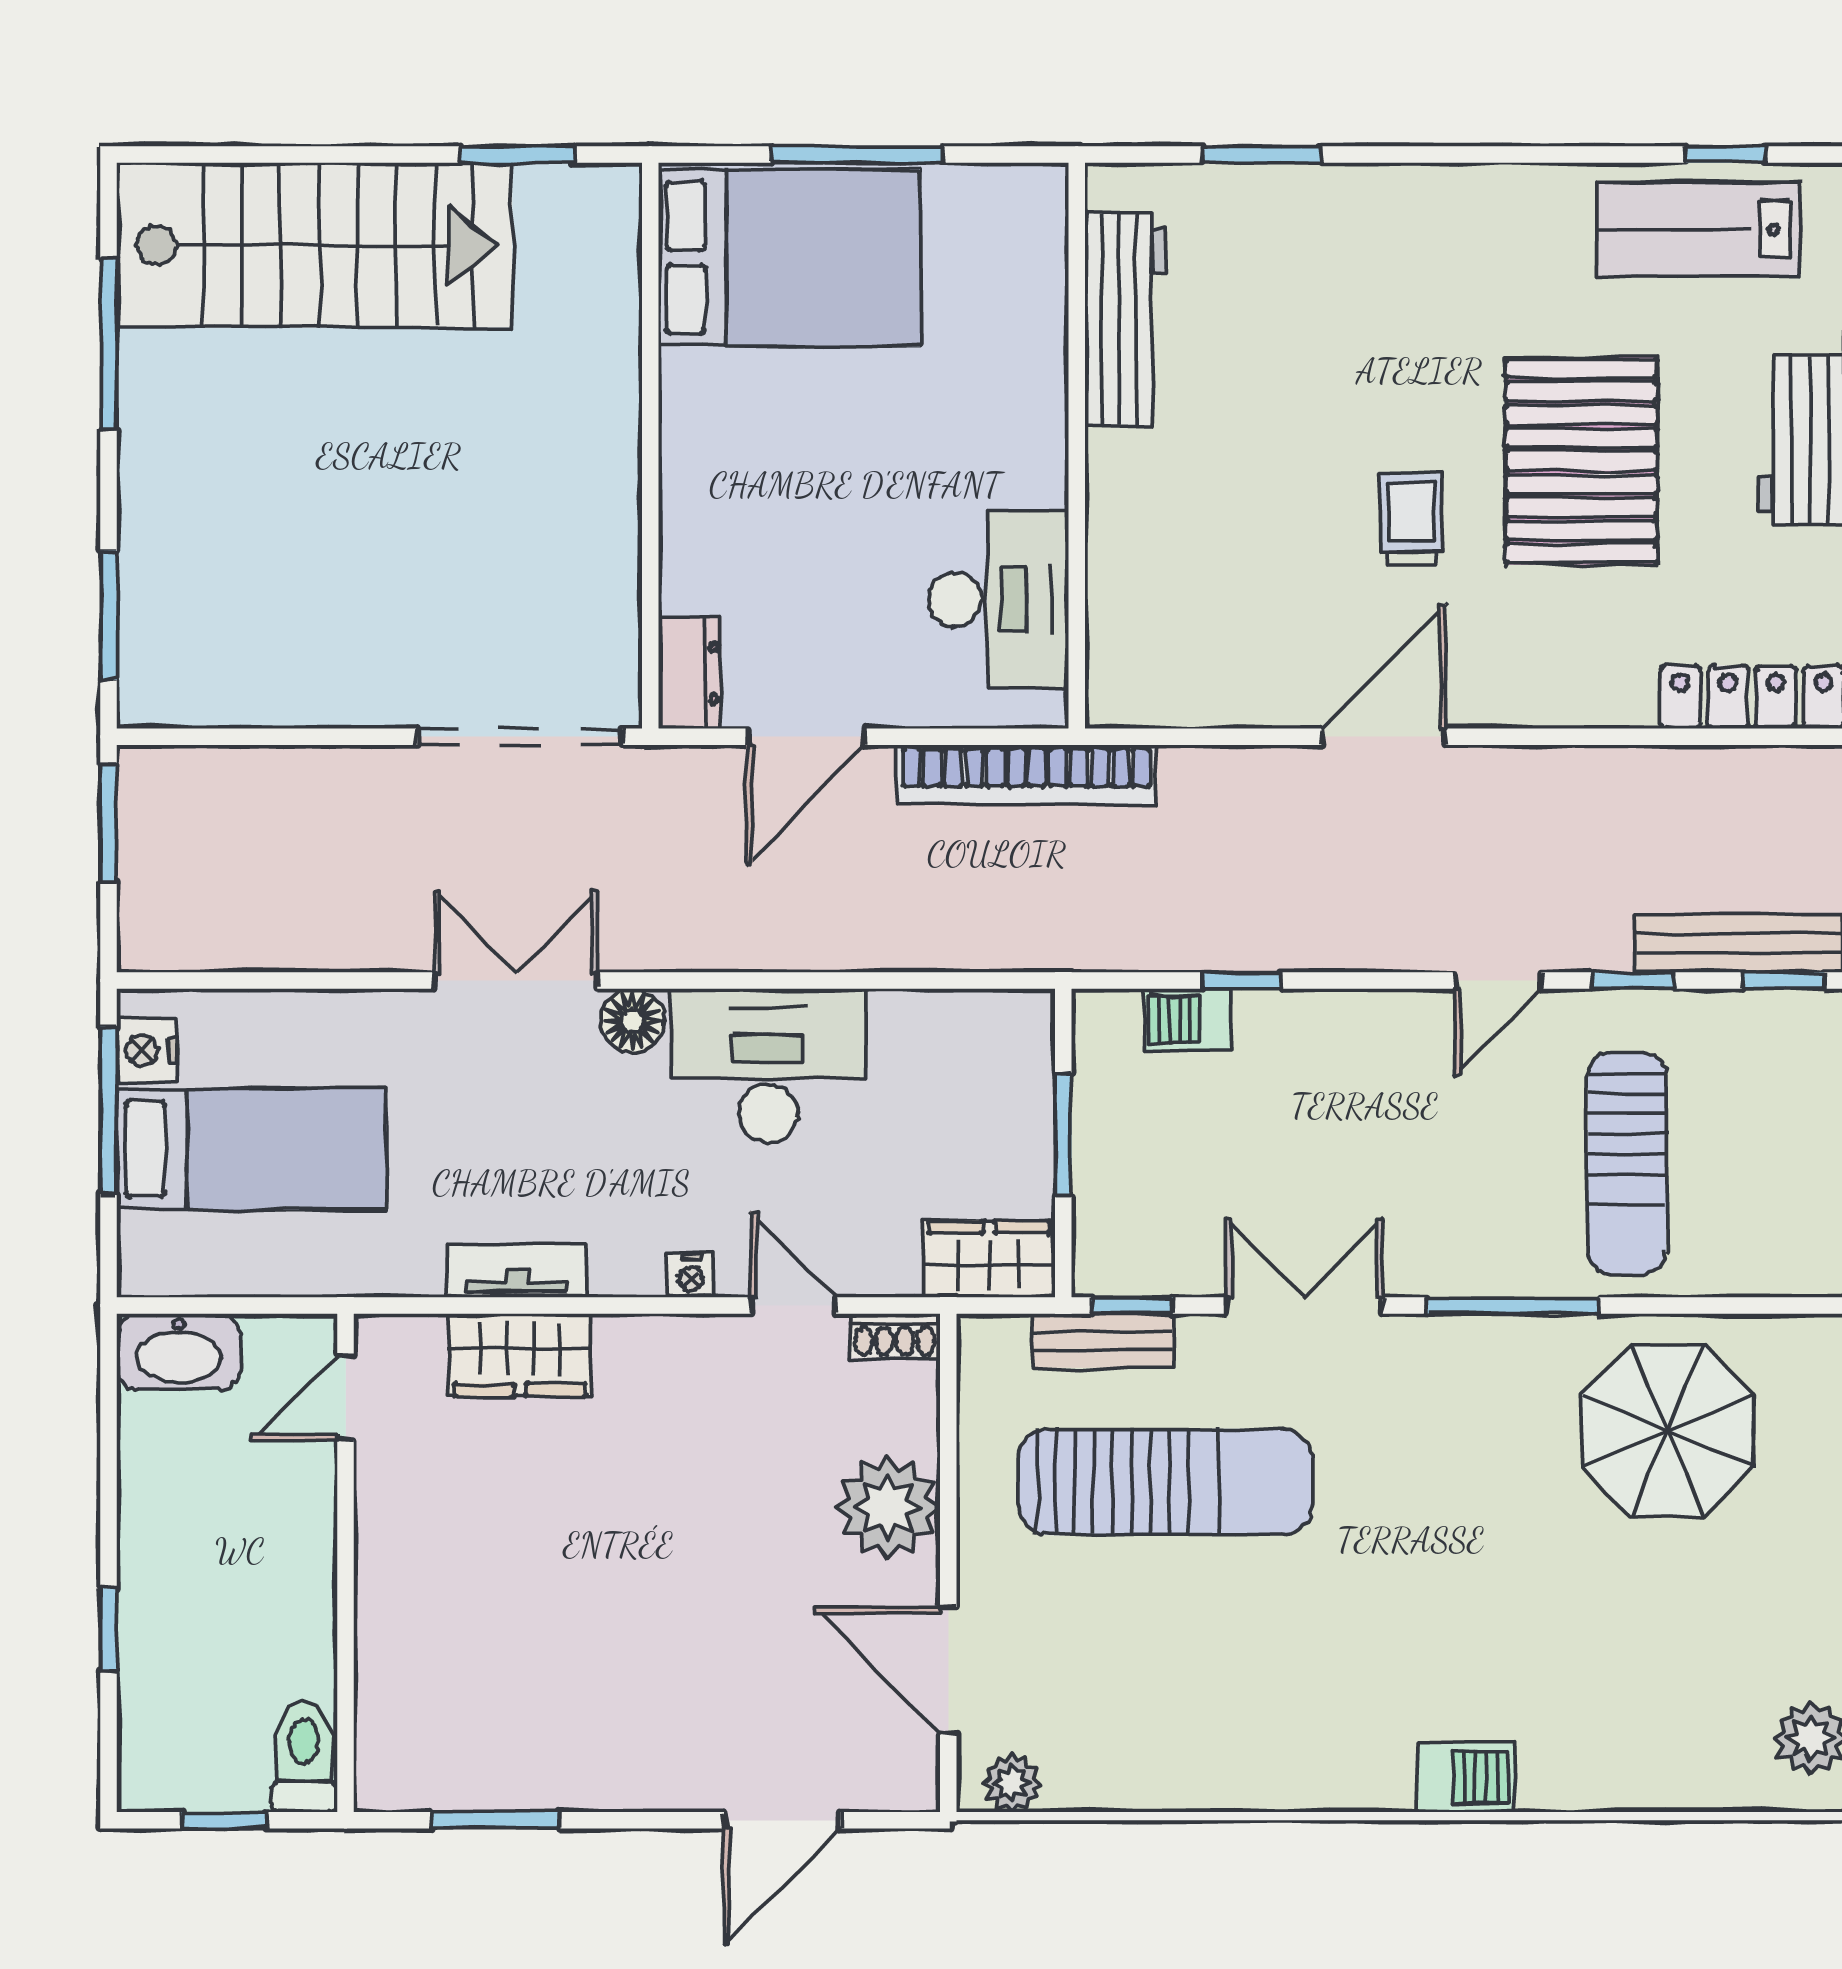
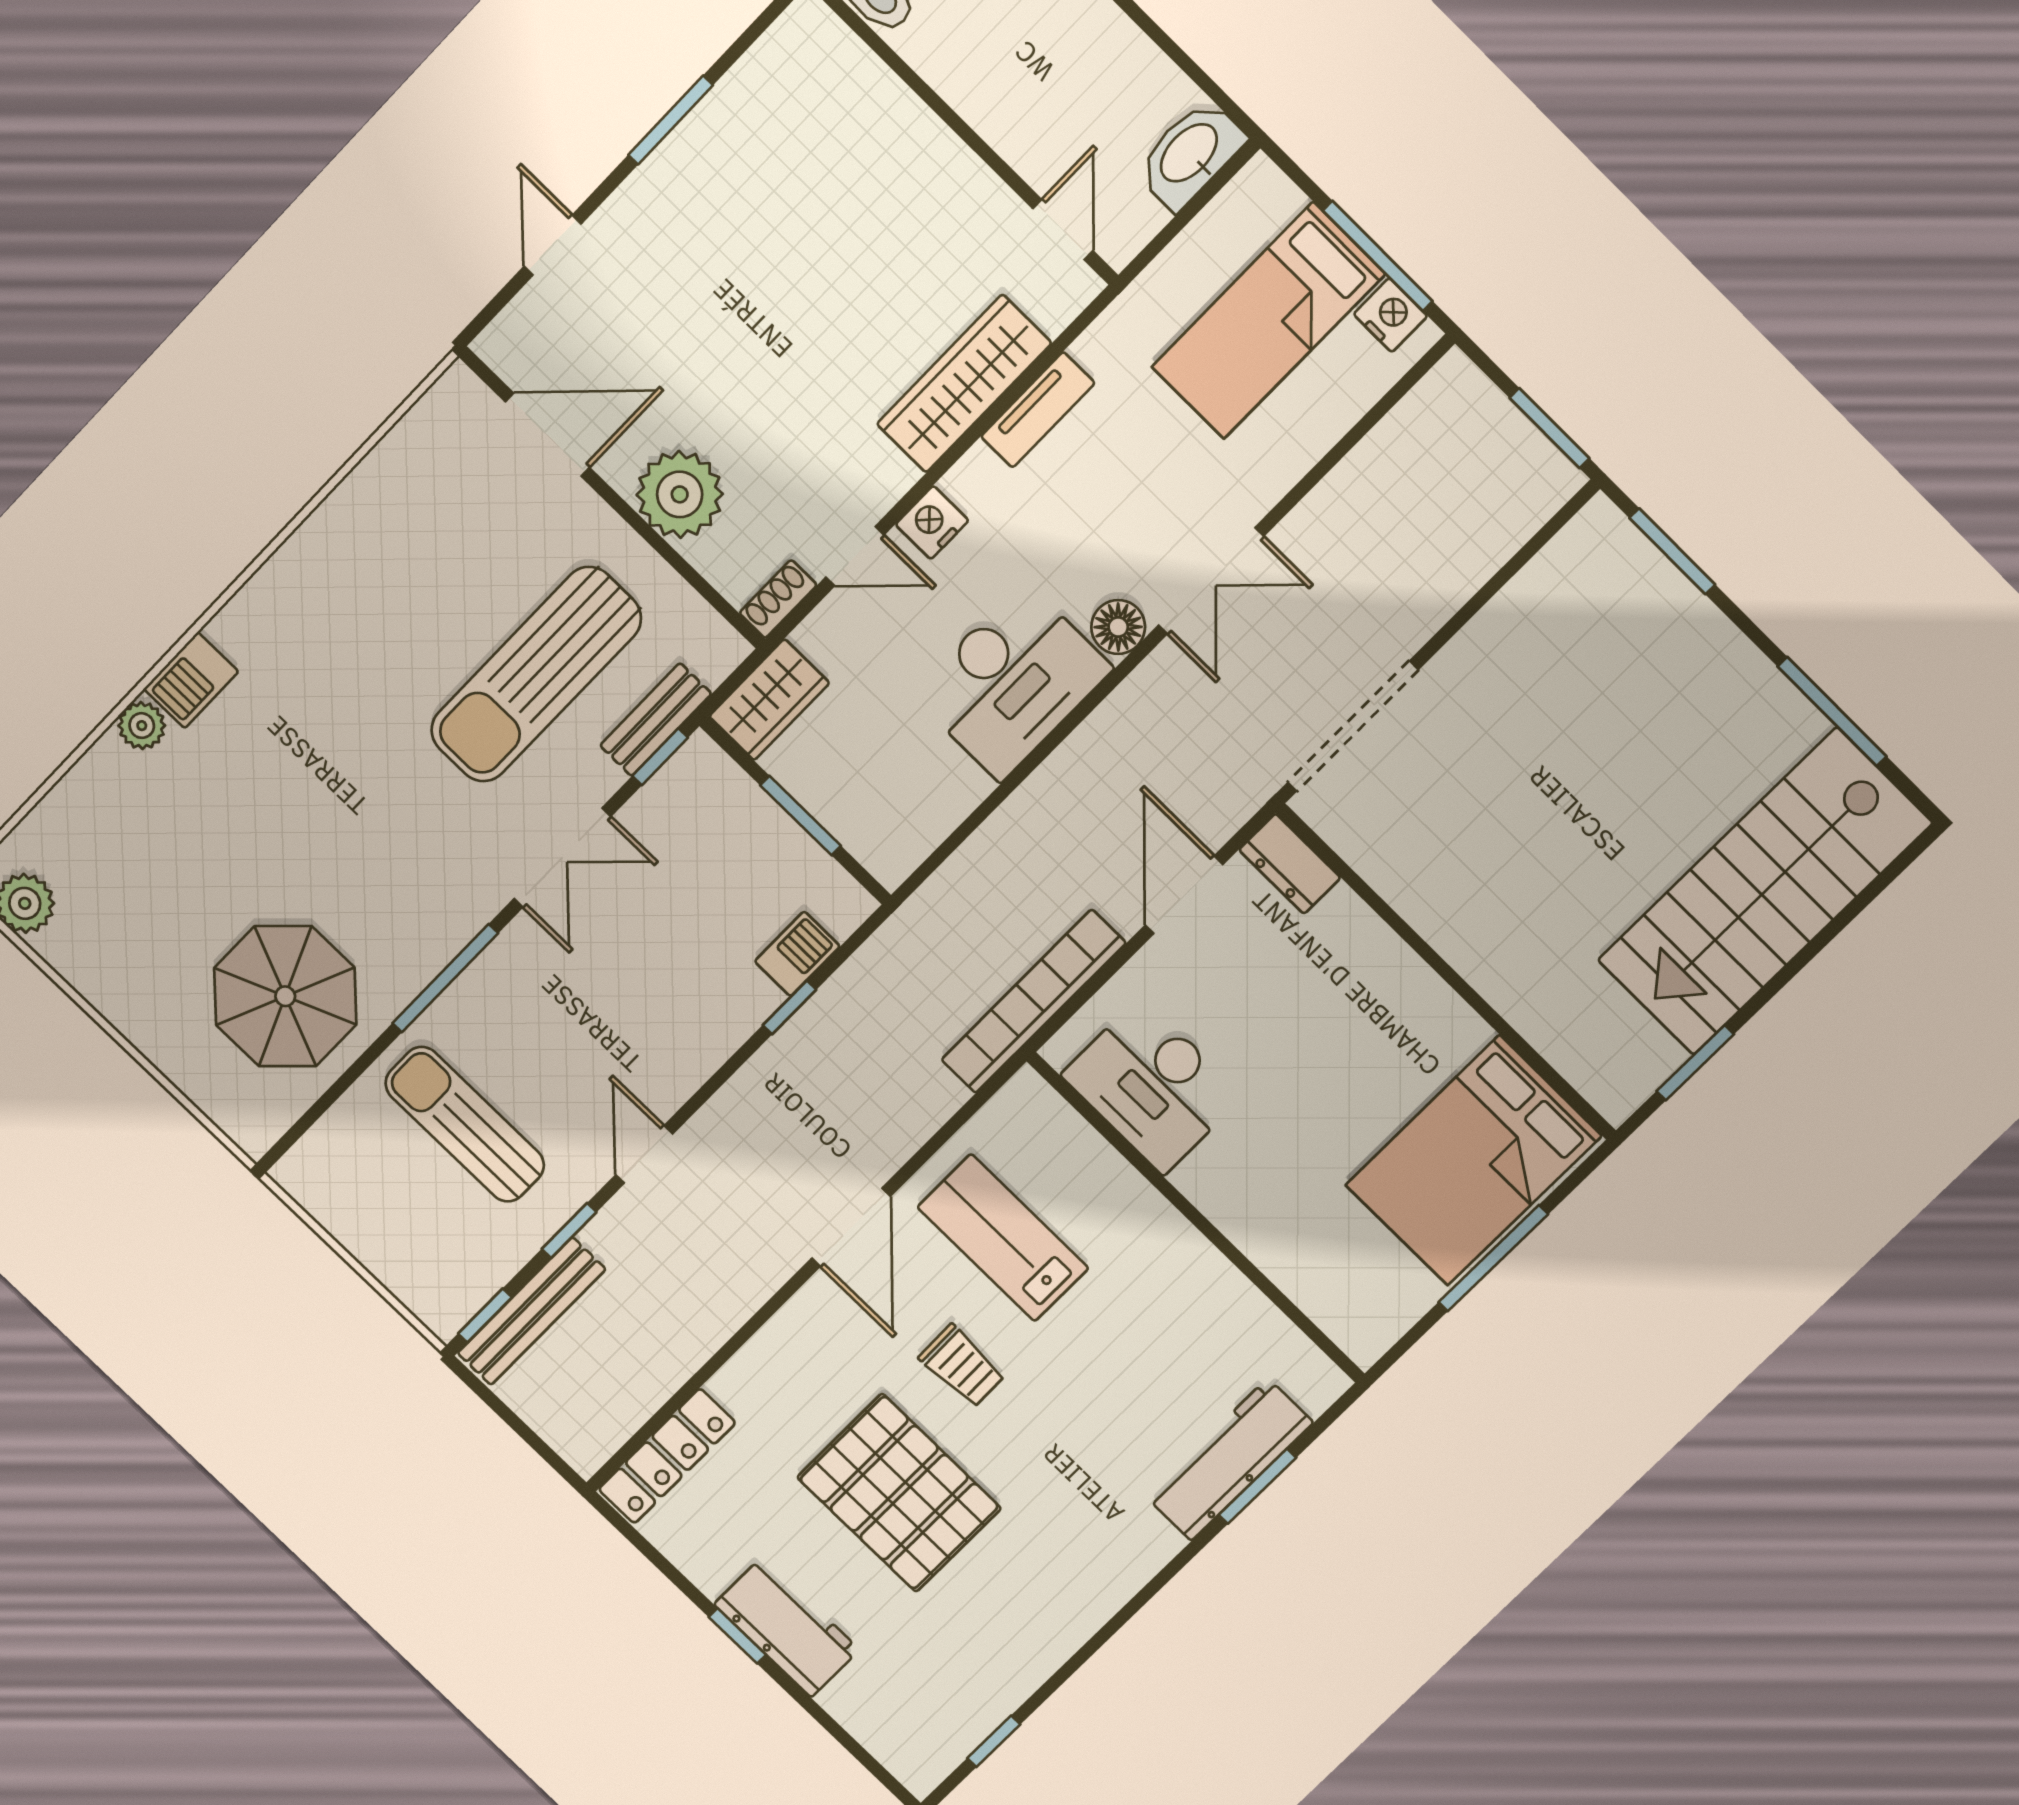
lab bench: (1698, 230) -> (1003, 1238), moved, turned -90
workbench: (1125, 319) -> (1229, 1460), moved, turned 90
nightstand: (691, 1275) -> (932, 523), width x1.39, depth x1.35
wardrobe: (520, 1355) -> (964, 384), width x1.50
plant: (1012, 1783) -> (142, 726), moved
window: (495, 1820) -> (671, 120), moved
door: (782, 1820) -> (553, 245), width x0.73

